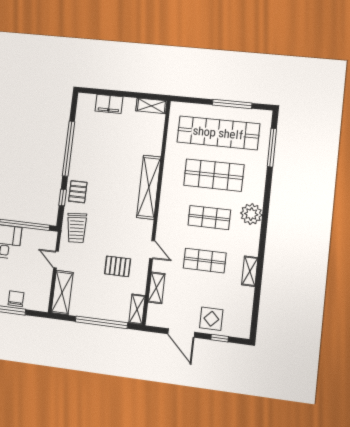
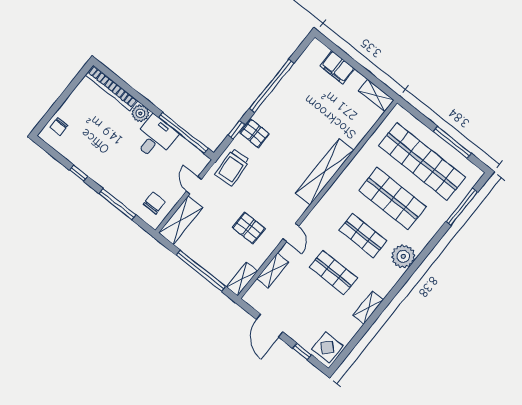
pallet: (78, 192) -> (255, 133), turned 90
chair: (16, 299) -> (154, 203), moved
display table: (211, 319) -> (327, 347), moved

